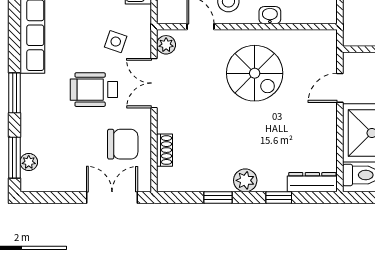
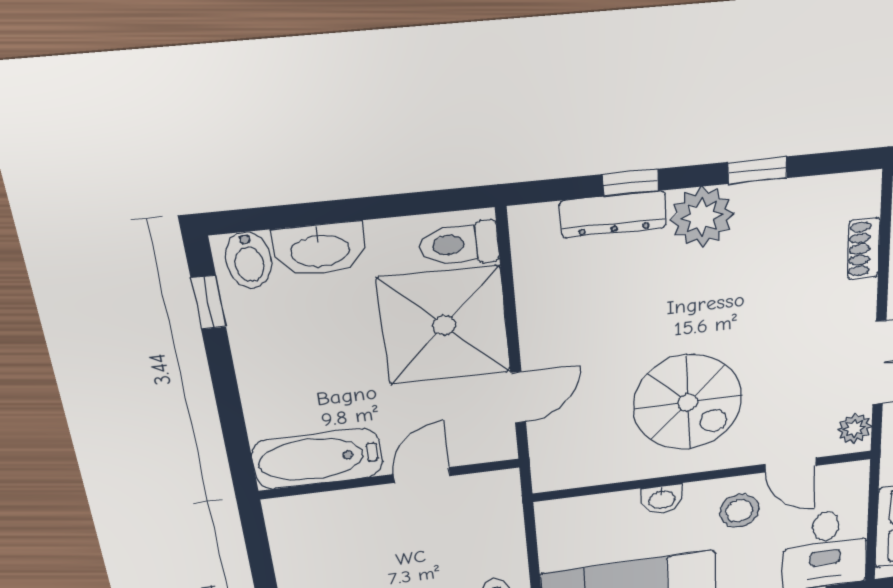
spiral stairs: (255, 73) -> (688, 402), turned 180
plant: (245, 180) -> (702, 217), width x1.36, depth x1.36
dresser: (312, 182) -> (613, 214), moved

